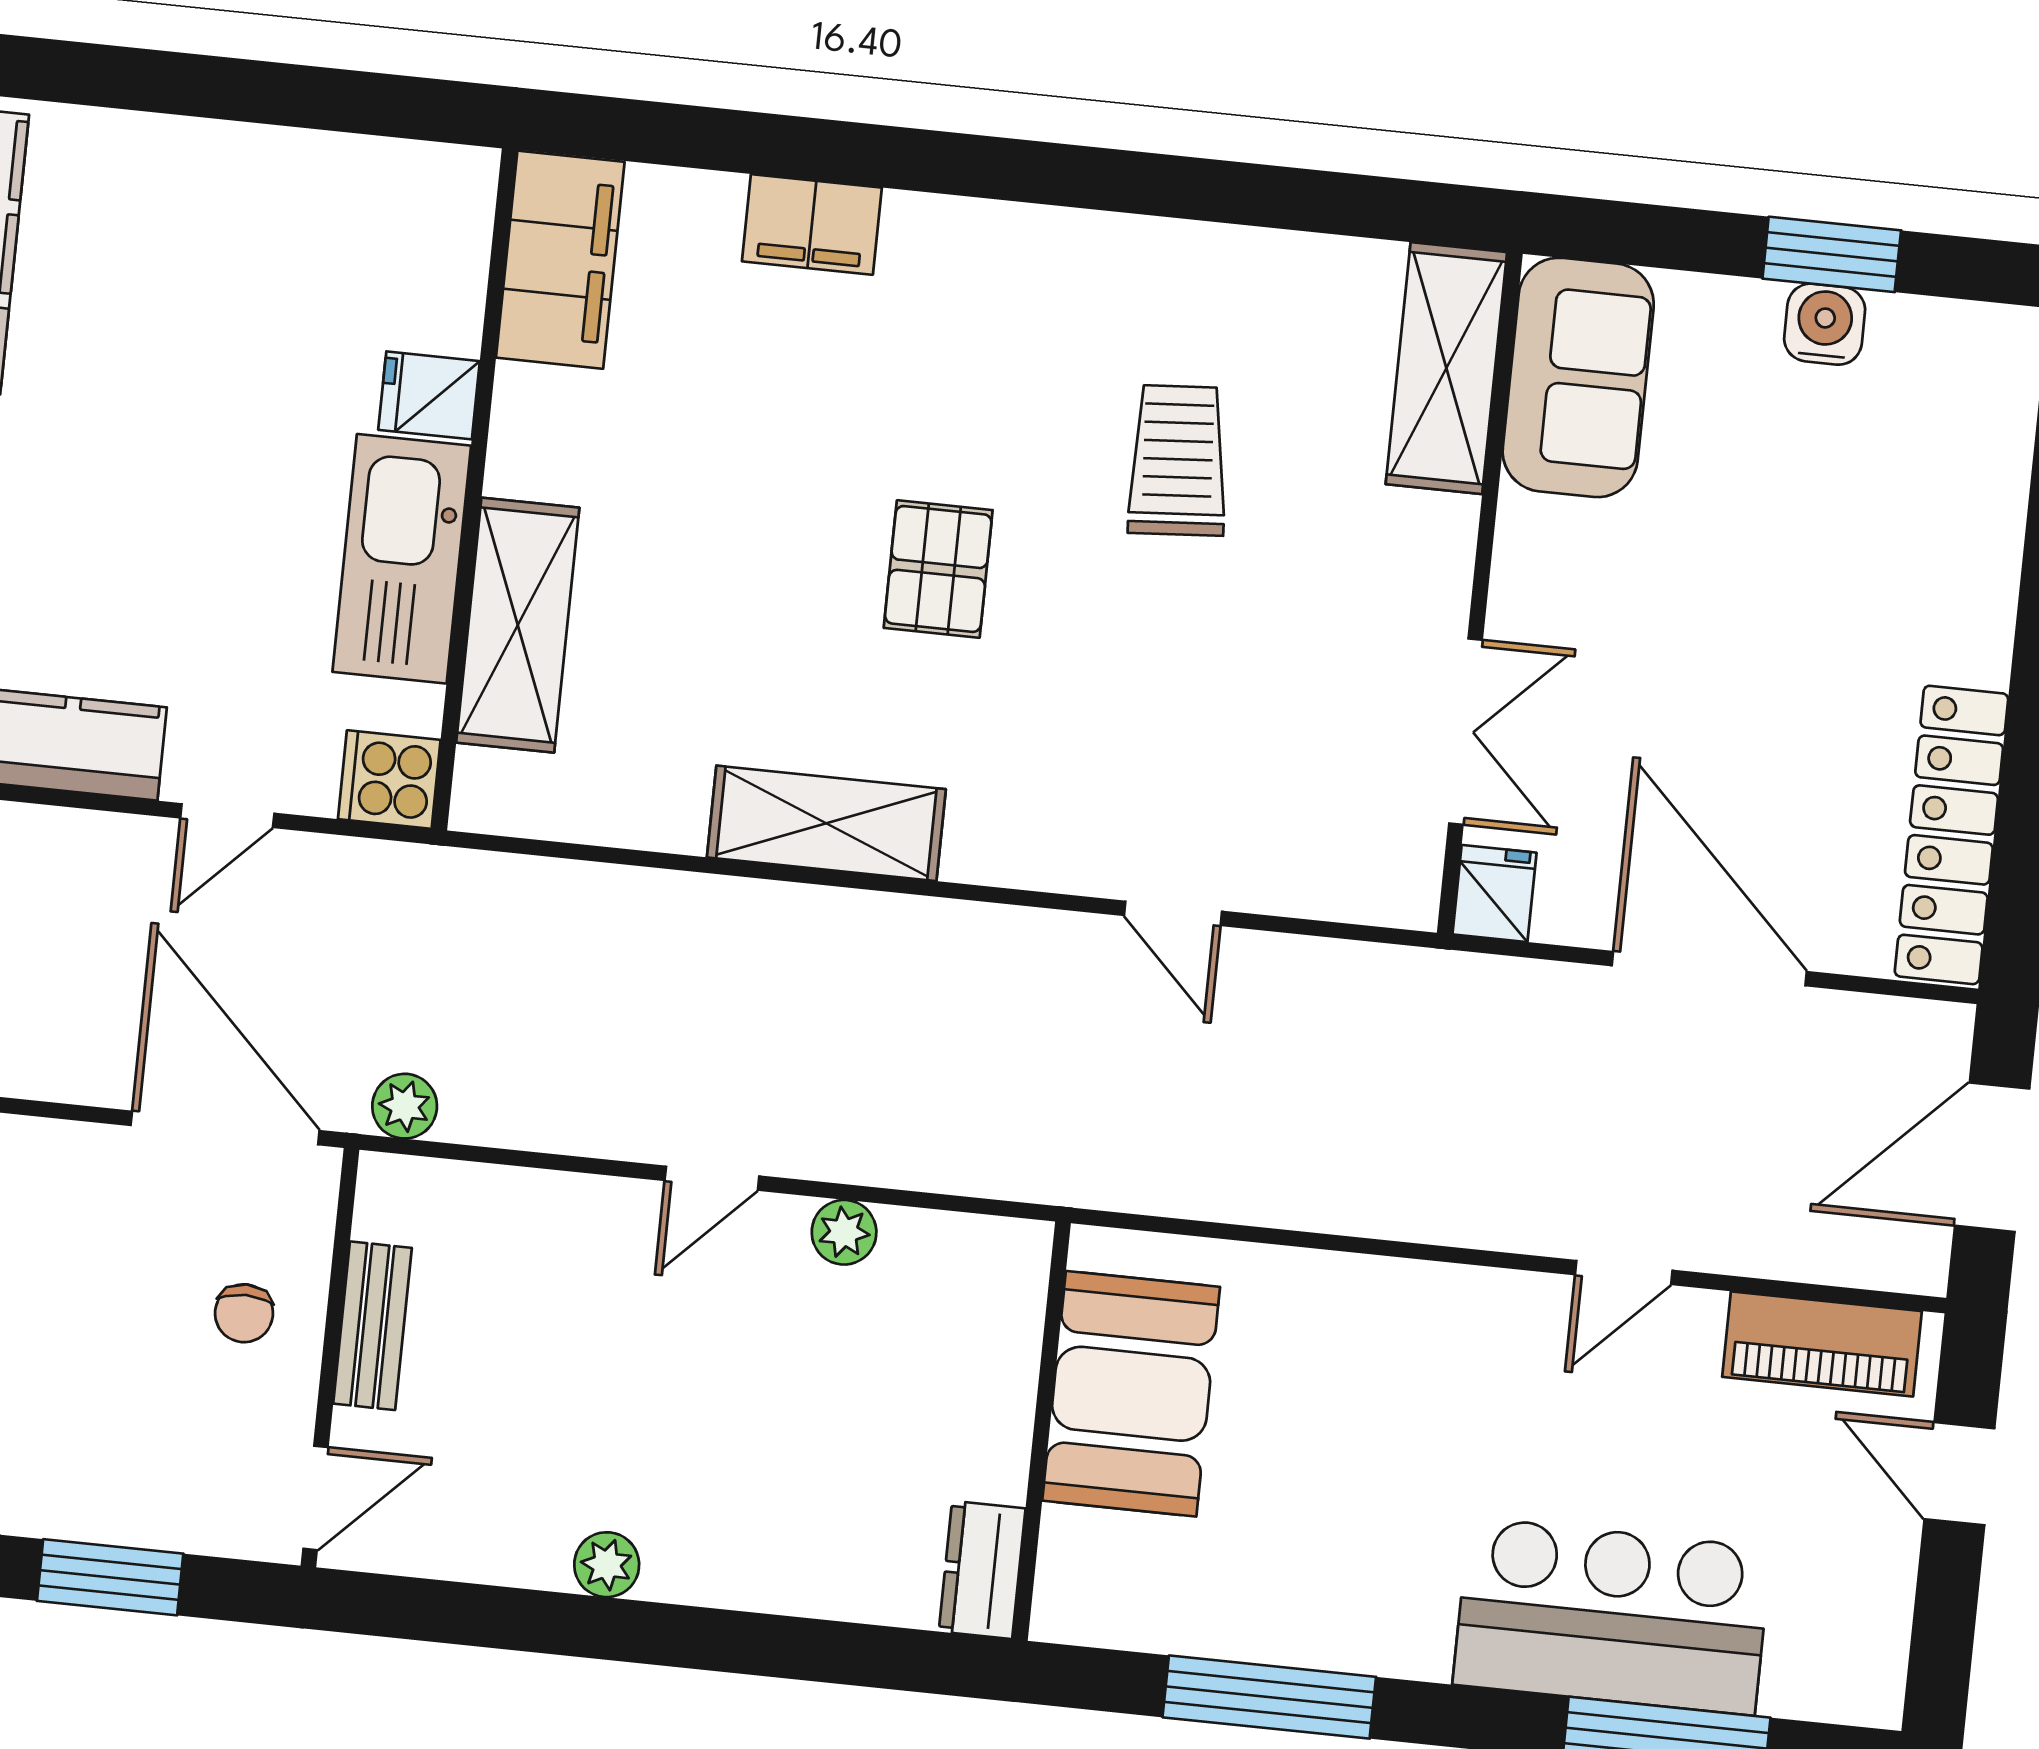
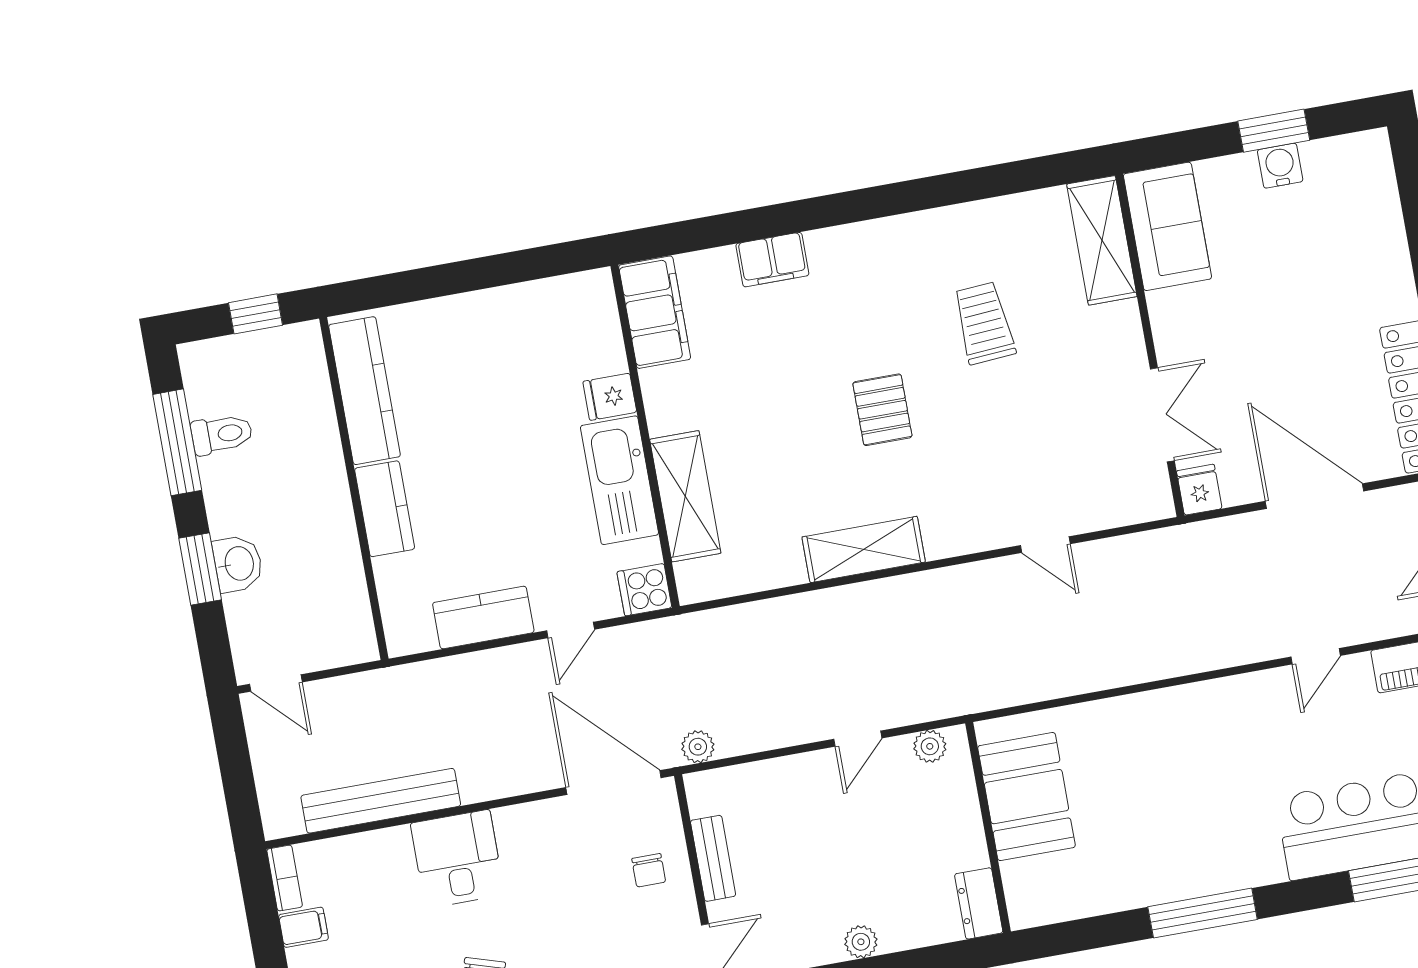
booth: (1131, 1394) -> (1026, 797), moved
wall: (1041, 1431) -> (988, 827), moved
dresser: (982, 1570) -> (979, 903), moved

